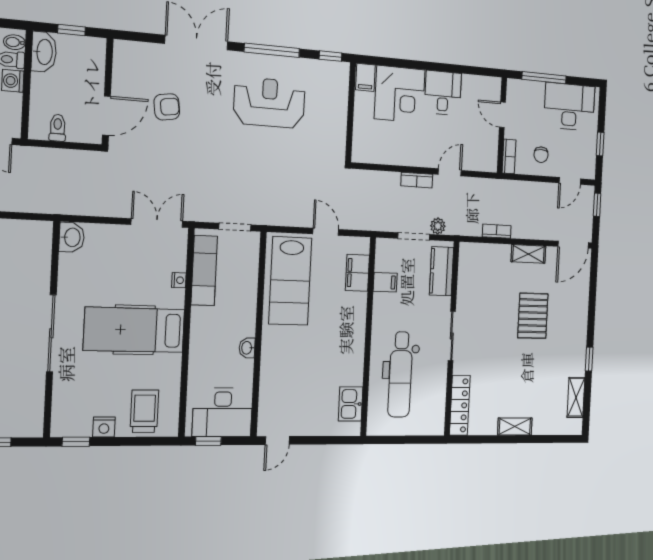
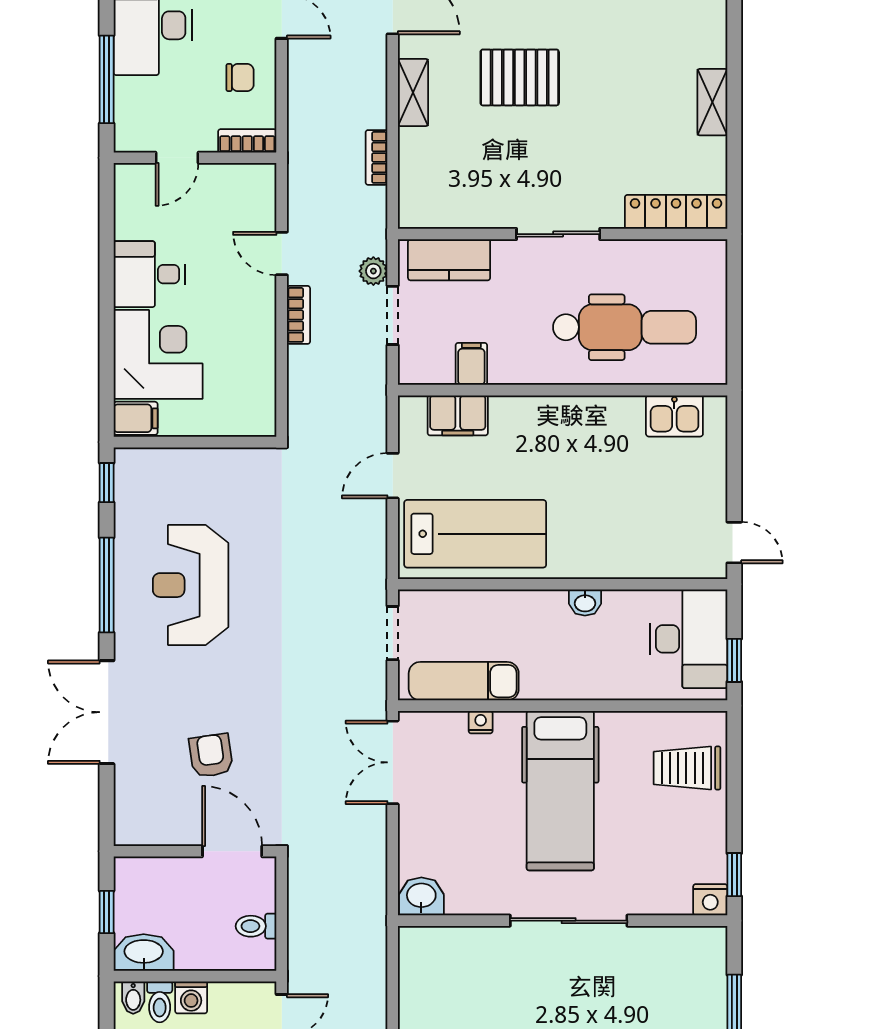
nightstand: (104, 427) -> (710, 900), moved, turned 90

